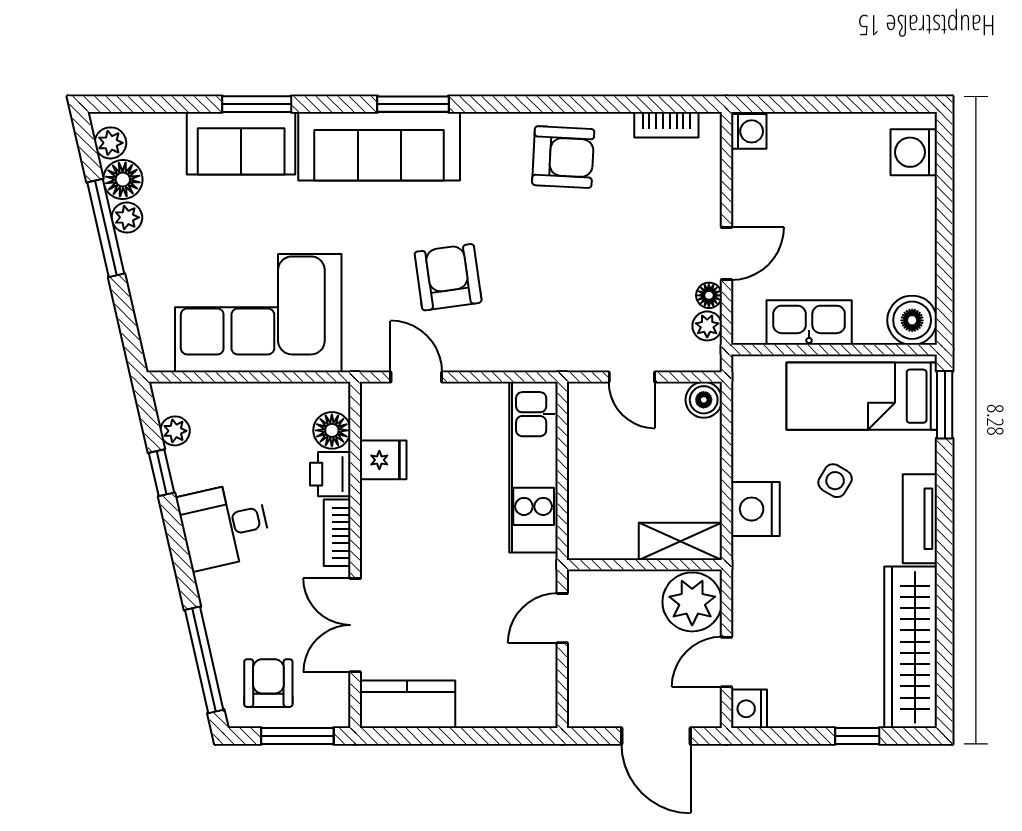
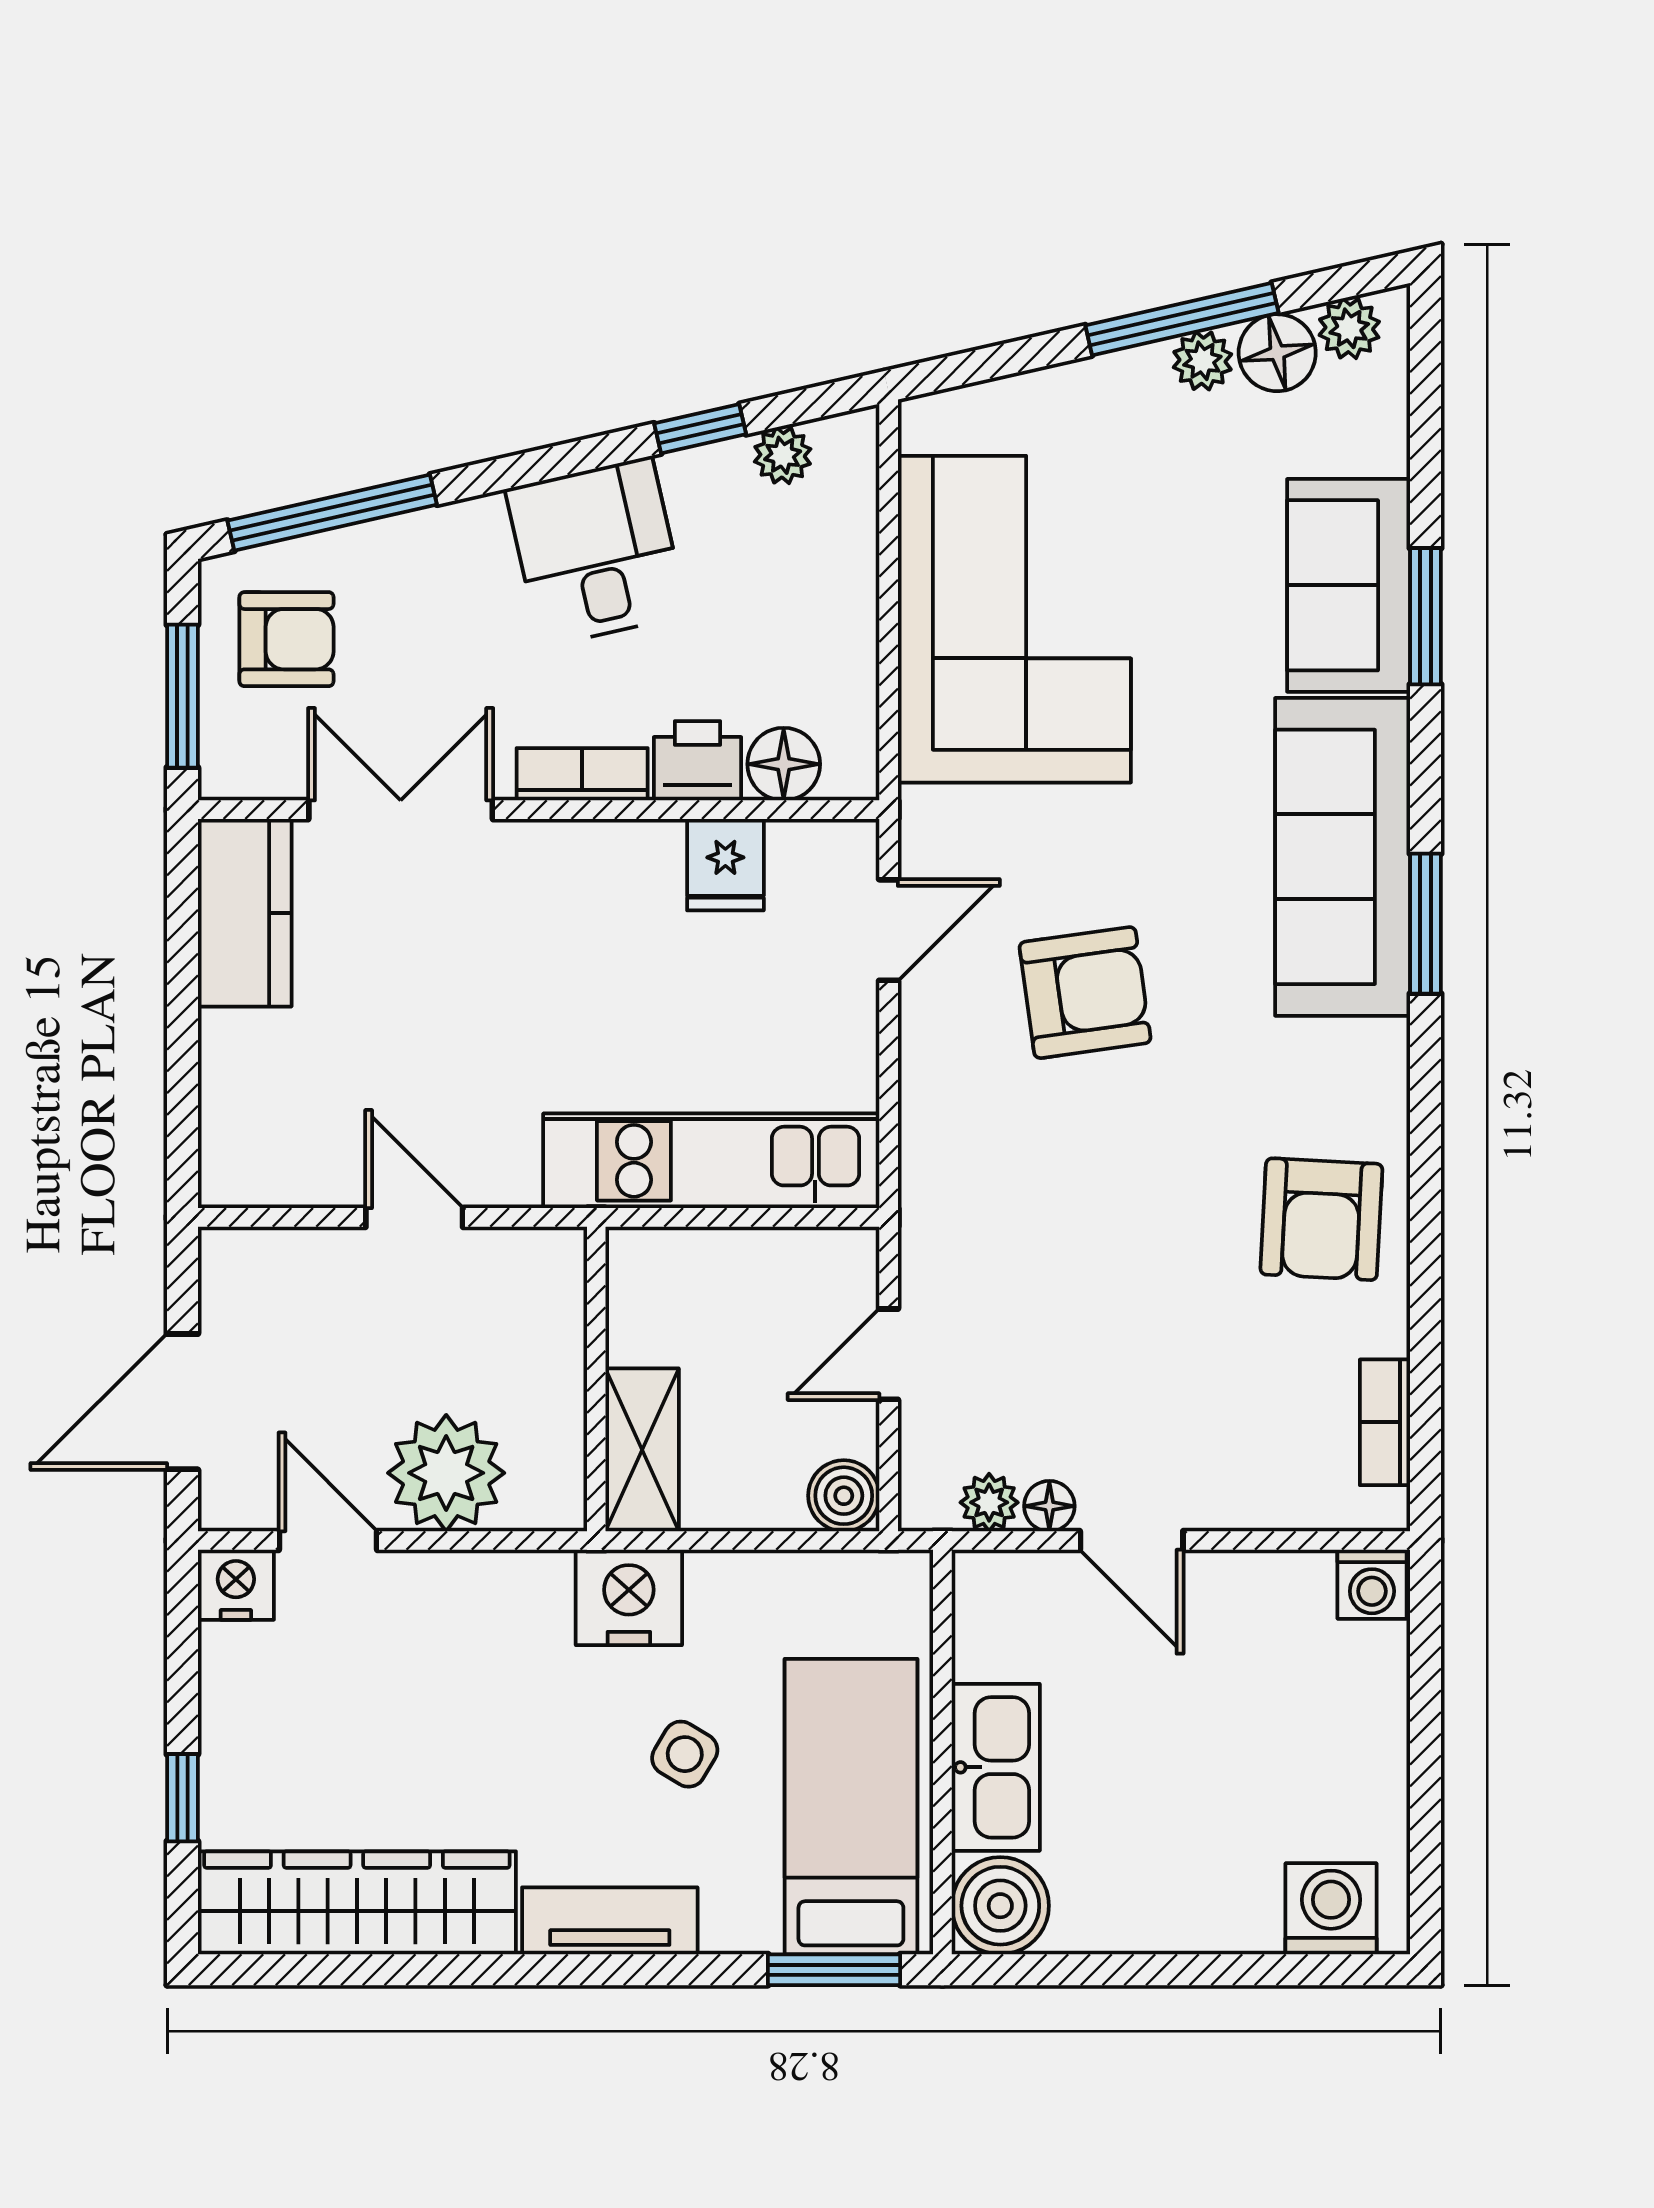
kitchen sink: (809, 323) -> (996, 1767), moved
shelving: (680, 541) -> (642, 1450), moved
wall: (644, 565) -> (596, 1379), moved

